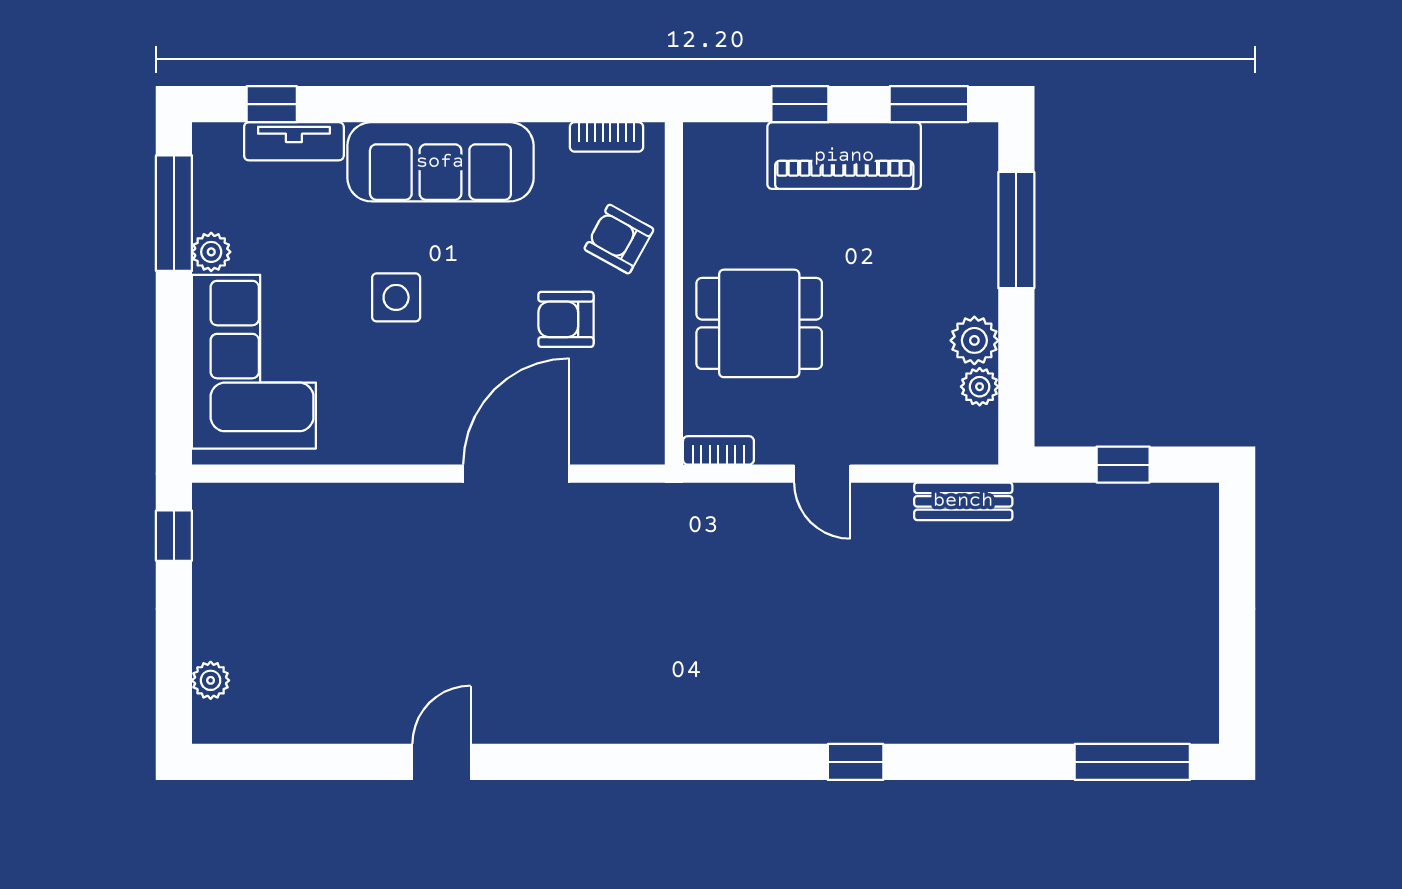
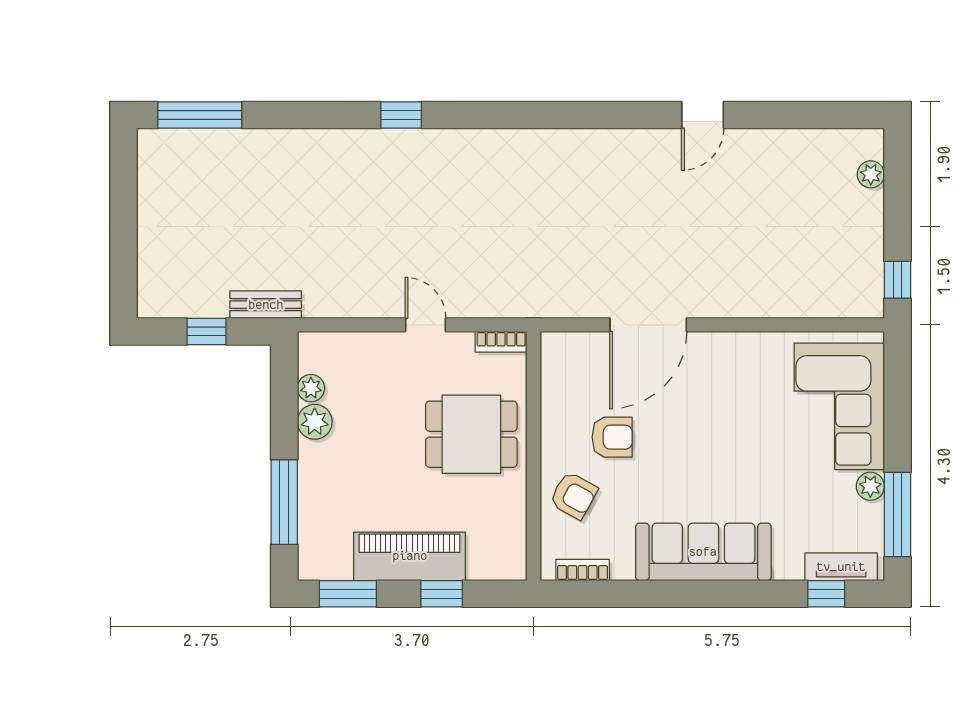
tv unit: (294, 141) -> (841, 567), moved
side table: (396, 297) -> (736, 453), removed
bench: (963, 501) -> (266, 305), moved

